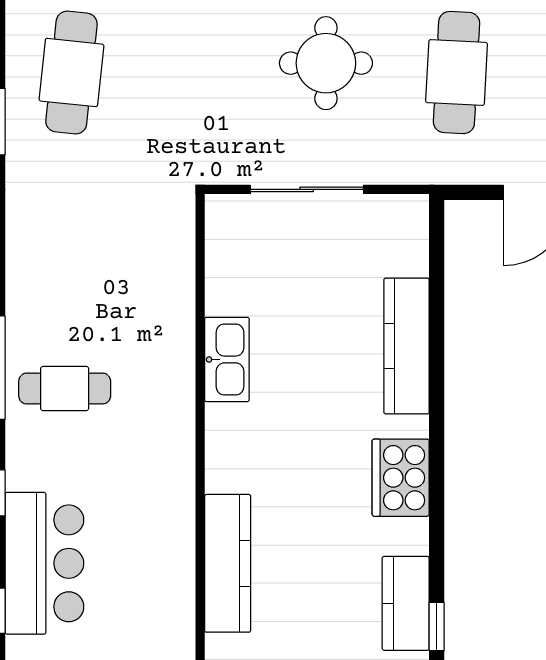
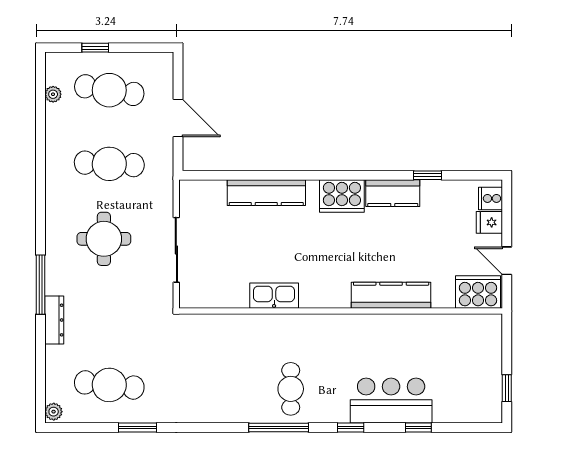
kitchen counter: (406, 603) -> (393, 193), moved

